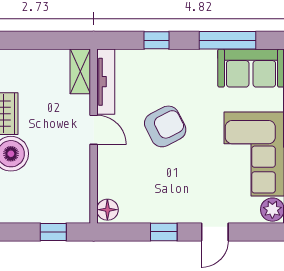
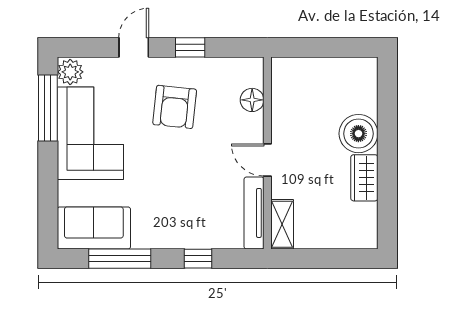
armchair: (165, 126) -> (175, 107), moved, turned -57
floor lamp: (107, 210) -> (252, 100), moved
window: (53, 232) -> (312, 47), removed

